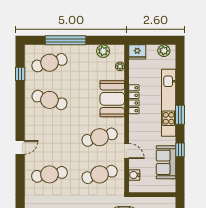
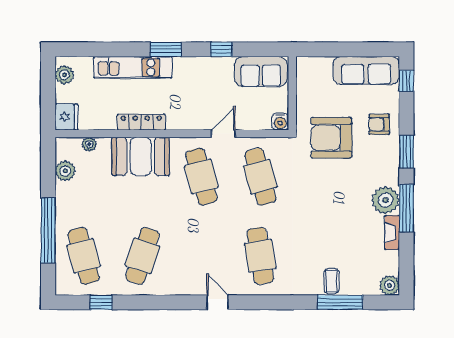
kitchen unit: (169, 103) -> (133, 67), width x0.73
sofa: (166, 162) -> (261, 72), moved
water cooler: (134, 175) -> (280, 122), moved

